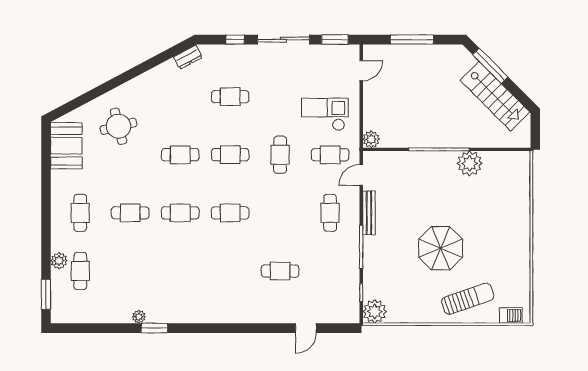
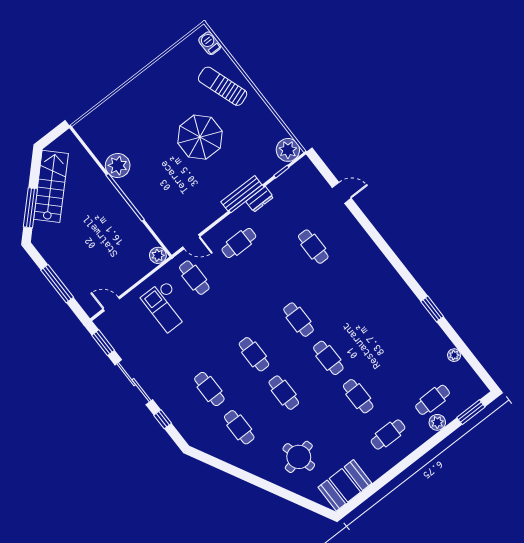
dresser: (188, 57) -> (260, 199), moved, turned 118
cafe table: (280, 155) -> (239, 427), moved, turned 90
bench: (369, 213) -> (241, 193), moved
plant: (139, 317) -> (454, 355), moved

